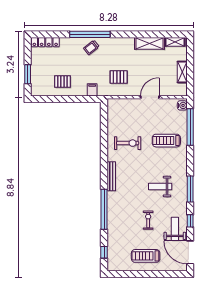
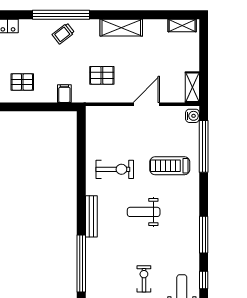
shelving: (149, 43) -> (121, 28), moved
shelving: (182, 72) -> (192, 87), moved
weight bench: (160, 187) -> (144, 212), moved

